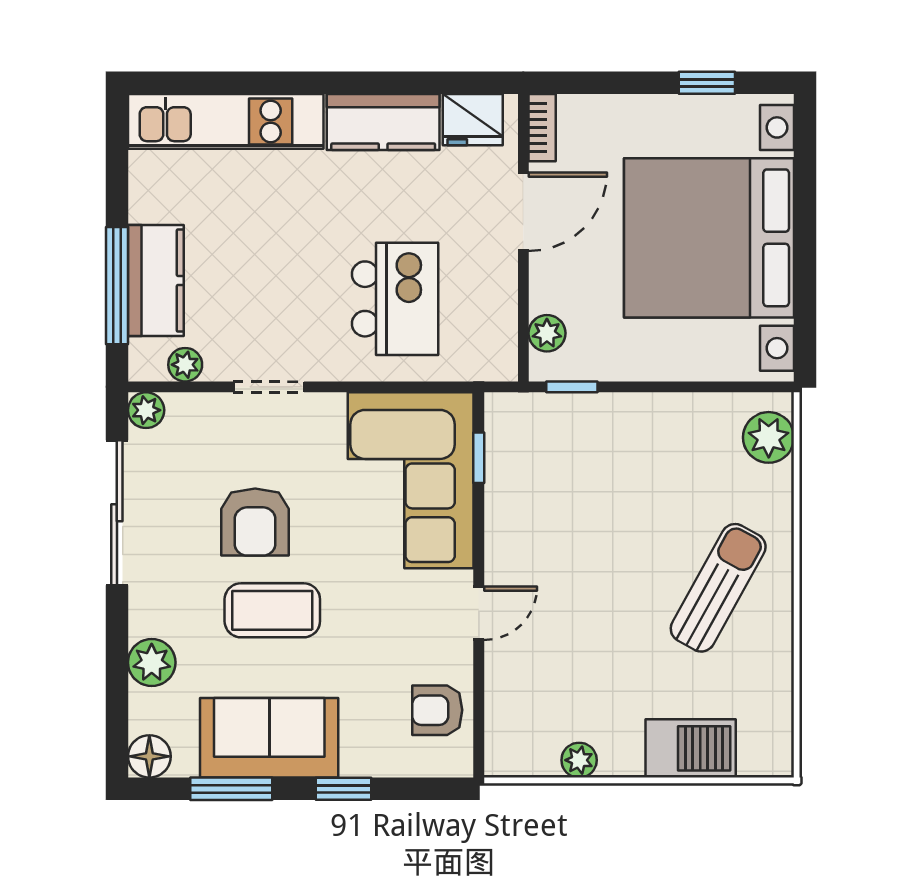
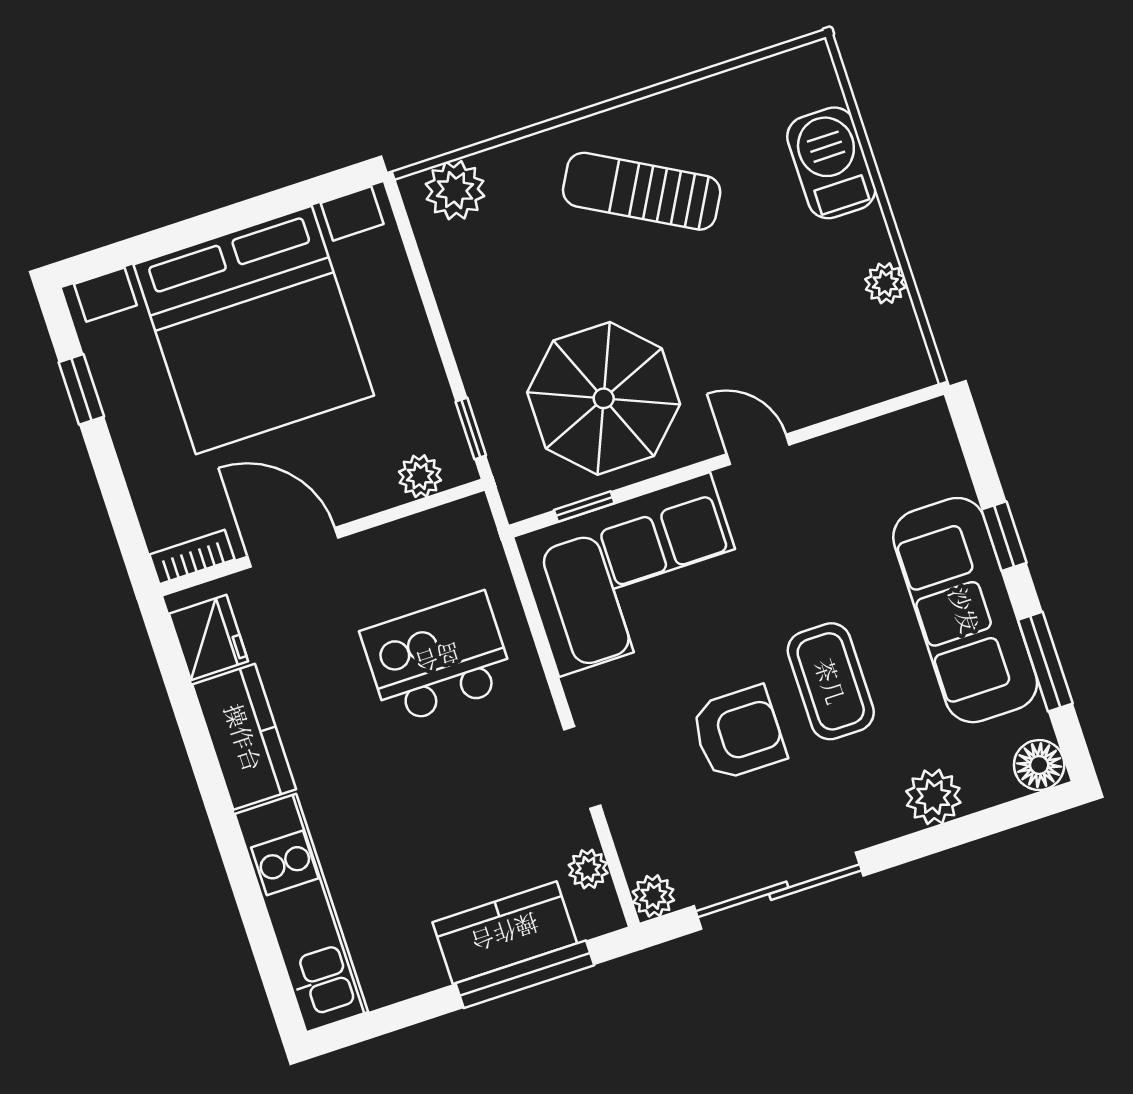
parasol: (561, 502) -> (604, 398), added
armchair: (437, 710) -> (882, 460), removed
sofa: (269, 738) -> (965, 610), width x1.36

